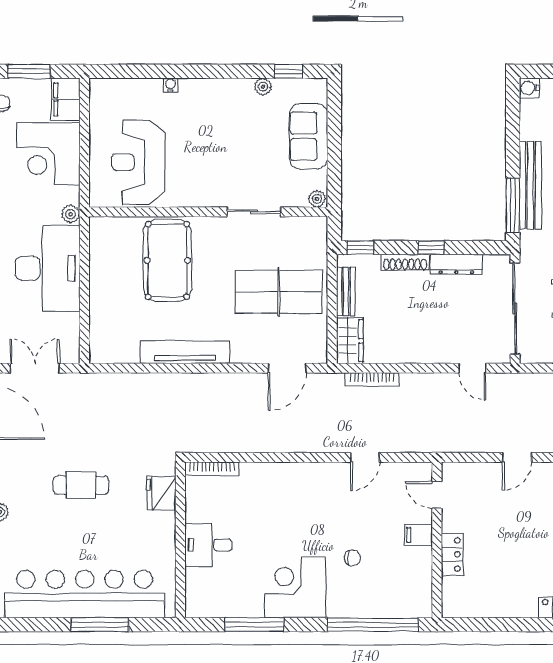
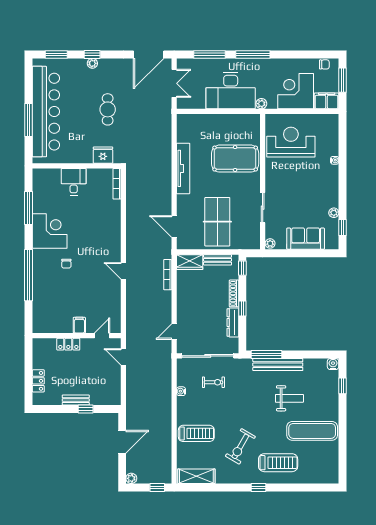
door: (437, 495) -> (102, 336), moved
filing cabinet: (419, 535) -> (79, 325), moved
wall: (437, 540) -> (77, 336), moved
locker: (452, 554) -> (68, 344), moved

